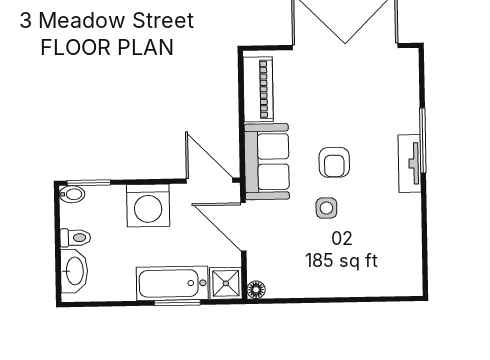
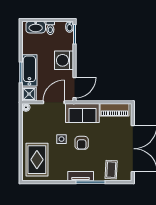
coffee table: (394, 94) -> (111, 170), added
armchair: (334, 162) -> (82, 143), turned -90
rug: (374, 263) -> (37, 160), added

